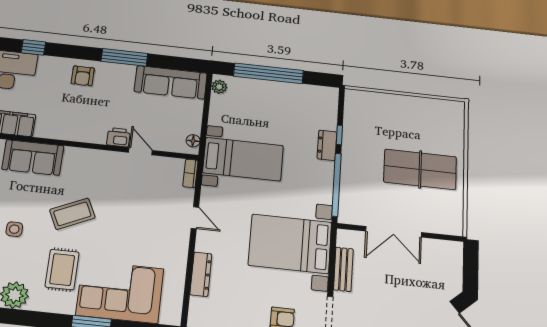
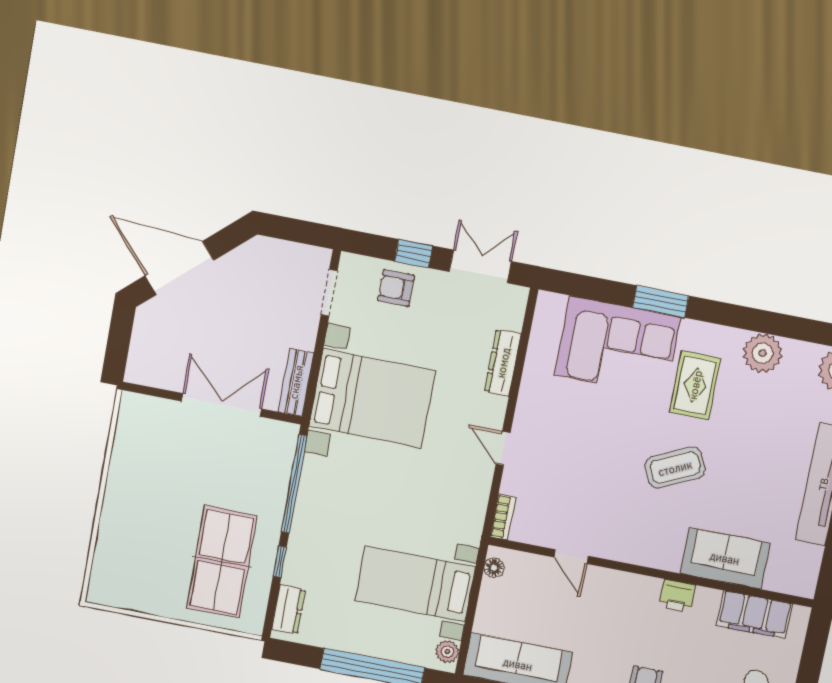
printer: (119, 137) -> (677, 596), moved
dresser: (327, 145) -> (289, 609), moved
bed with nightstands: (243, 159) -> (415, 584), moved
table tennis table: (420, 169) -> (222, 562), moved, turned 90
side table: (14, 229) -> (757, 451), removed
bench: (343, 269) -> (296, 382), moved

